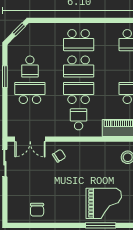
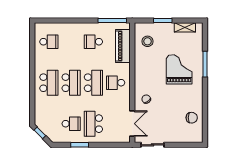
school desk: (79, 93) -> (93, 83), turned 180
grand piano: (104, 203) -> (179, 69), moved

